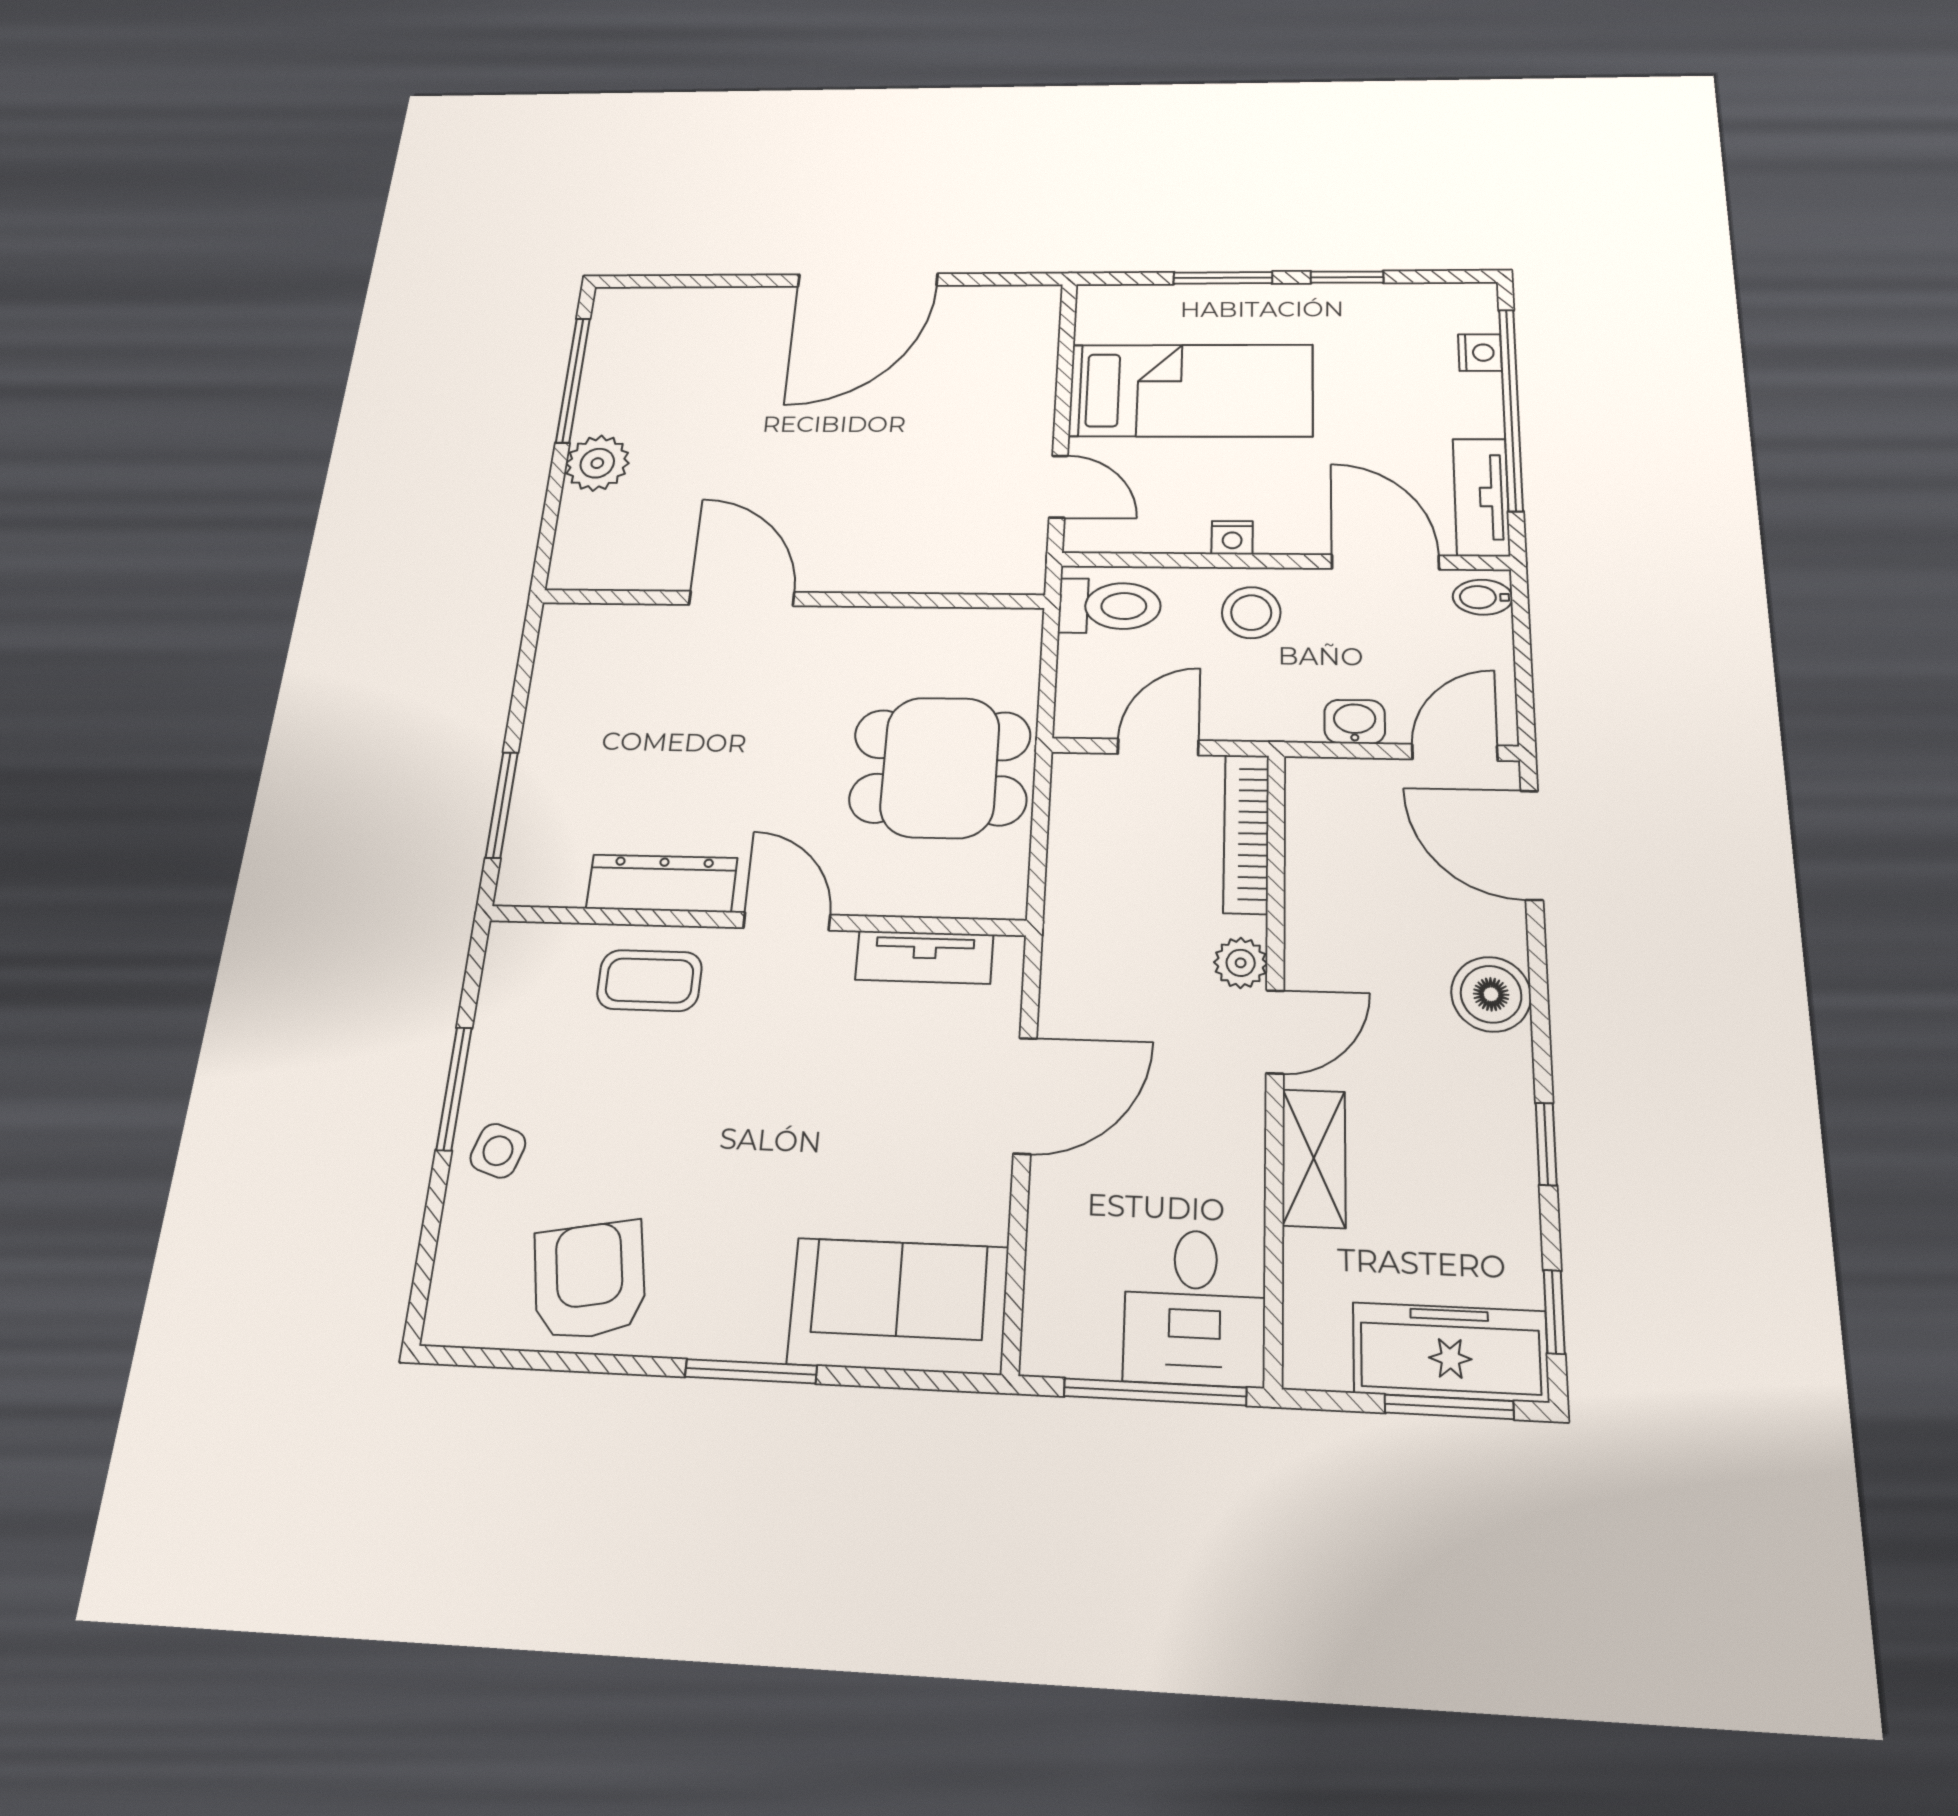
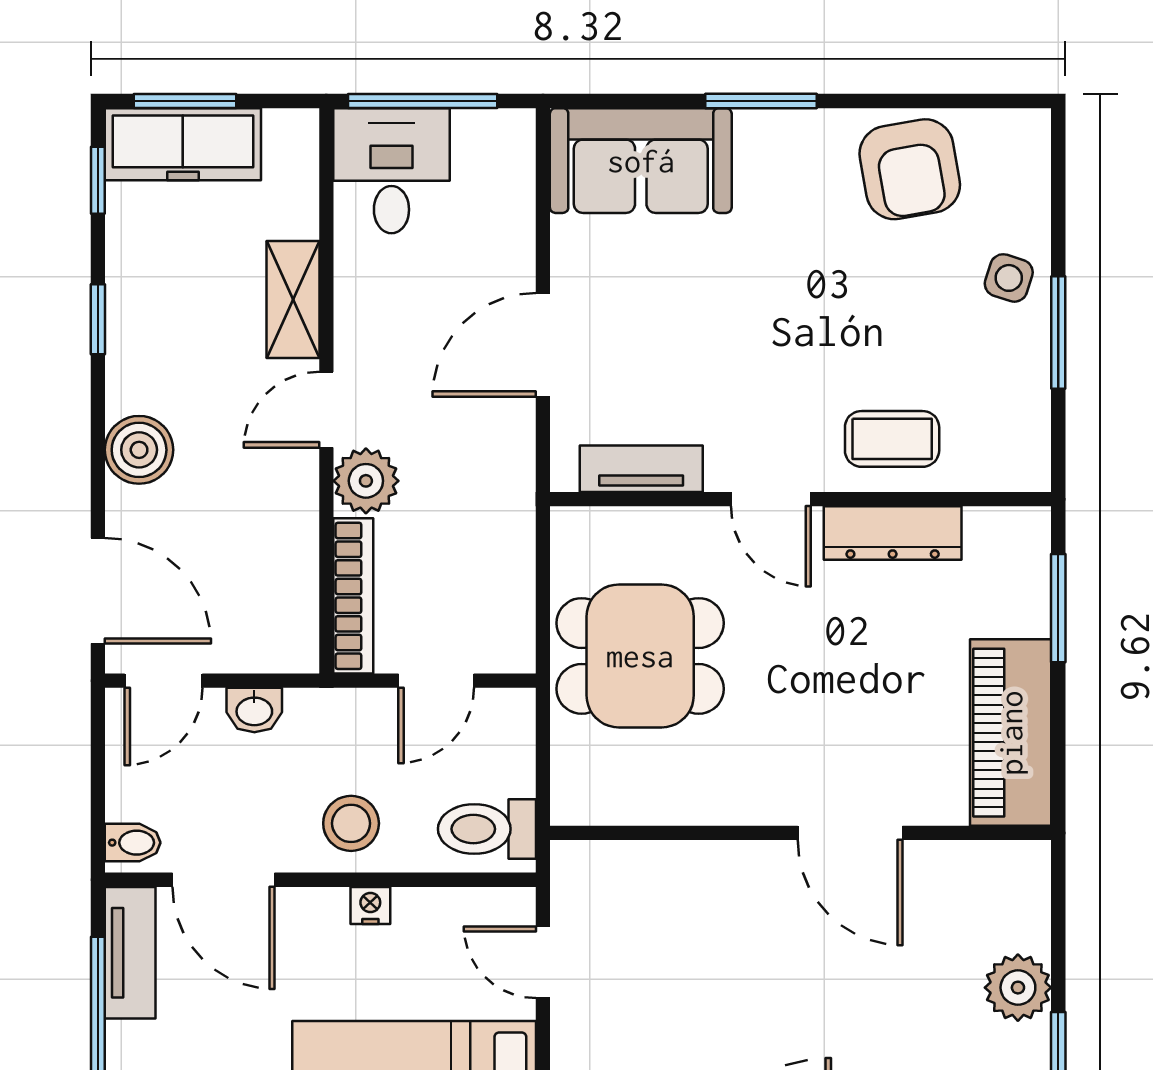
piano: (569, 688) -> (1011, 733), added
plant: (1241, 963) -> (366, 481), width x1.38, depth x1.38

